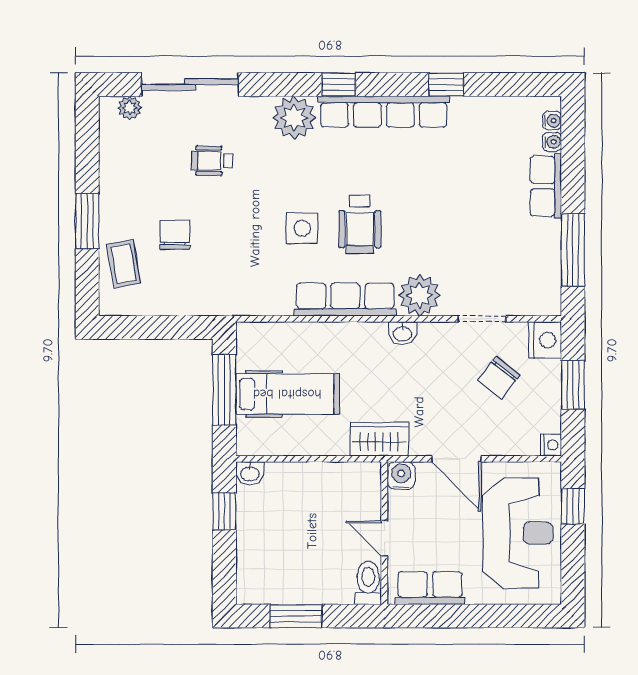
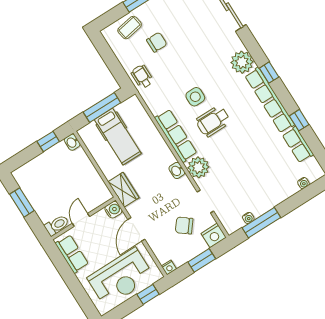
water cooler: (552, 121) -> (248, 218), moved
wheelchair: (212, 161) -> (142, 77), moved
row of seats: (546, 186) -> (298, 145), moved, turned -90

